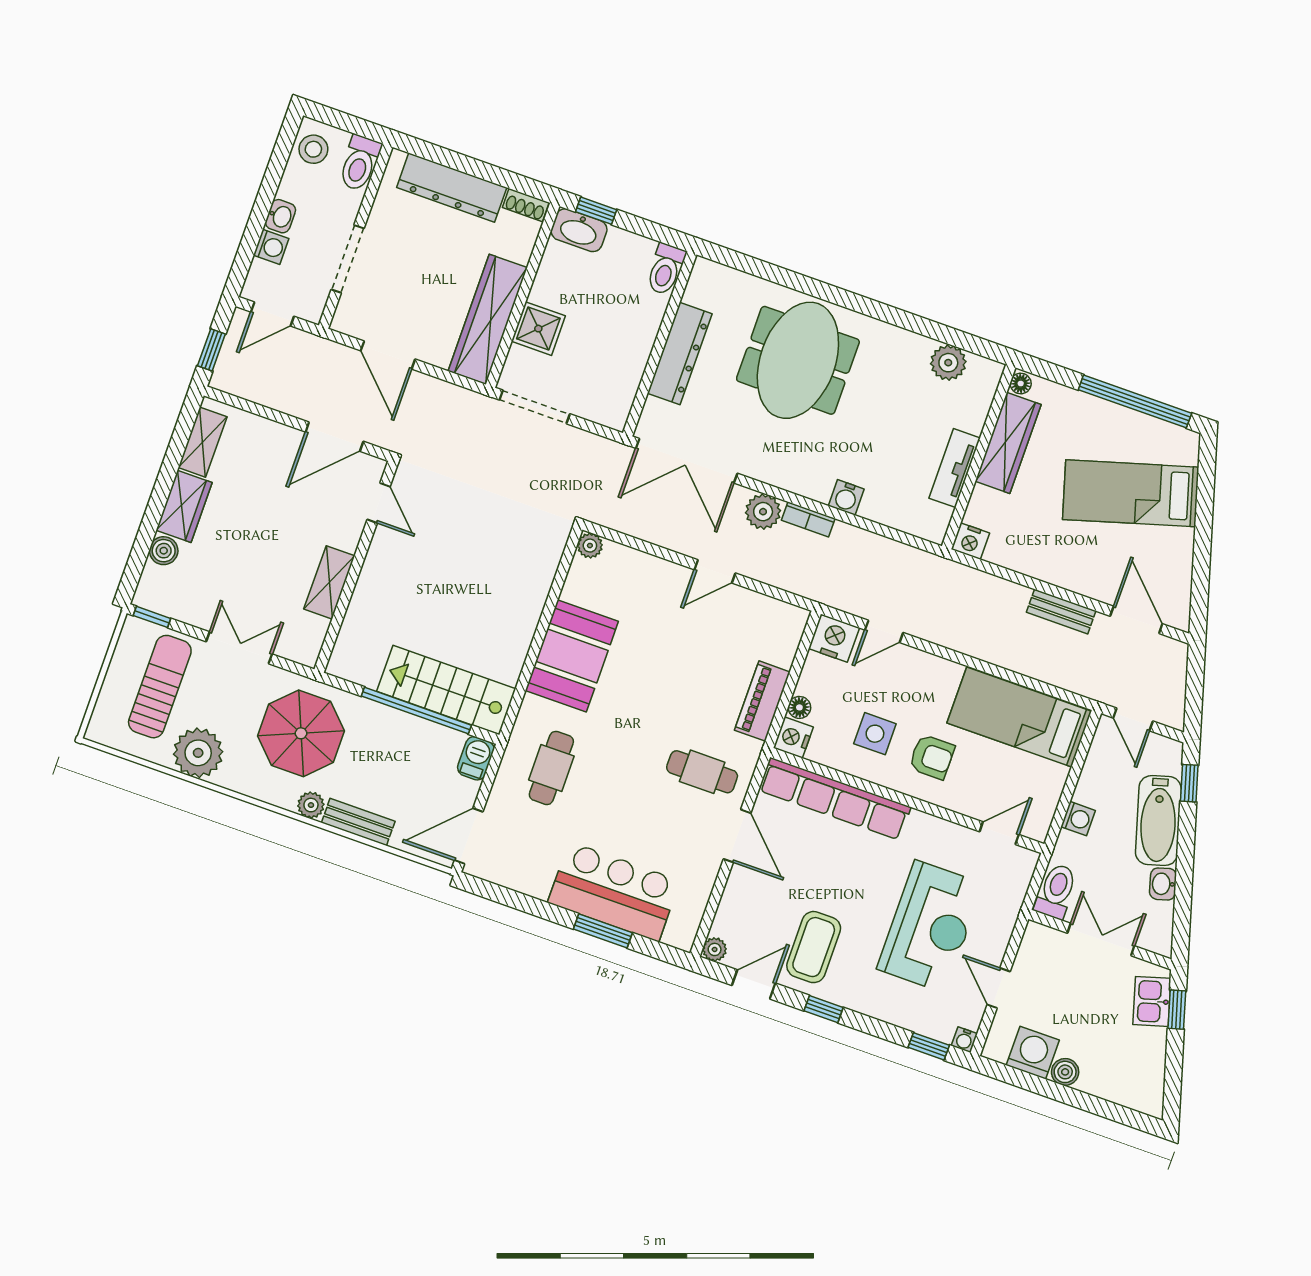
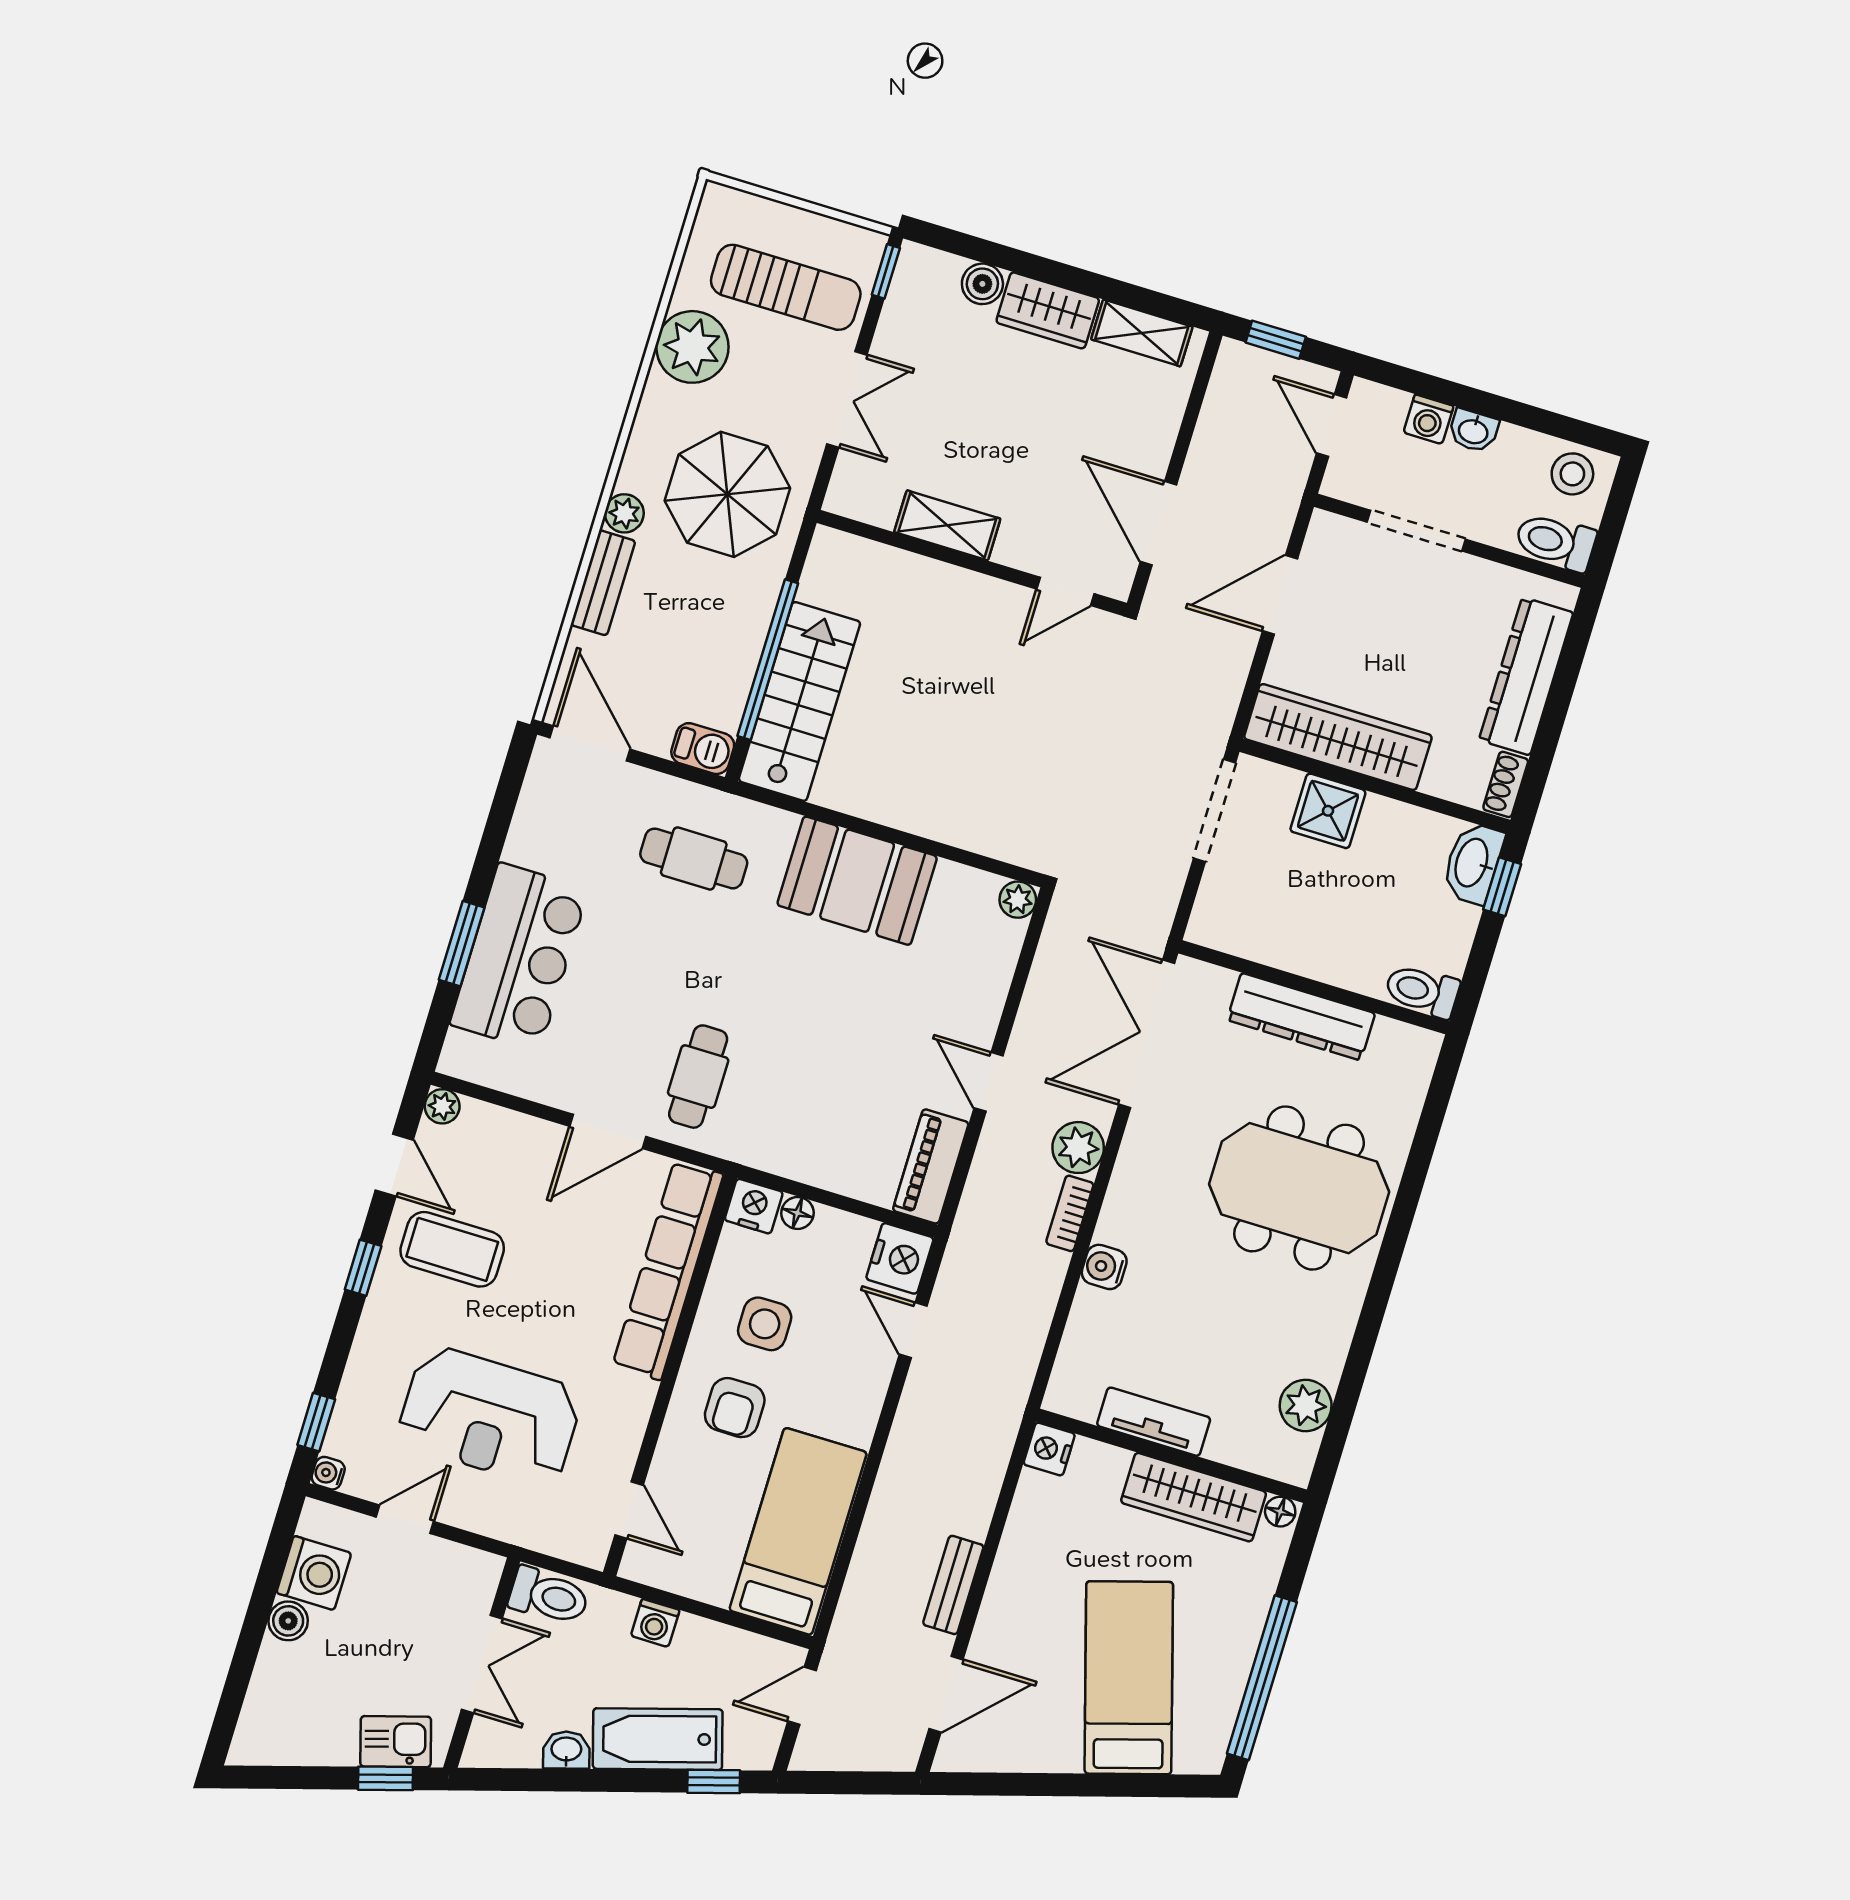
piano: (762, 701) -> (931, 1166), moved, turned -90

